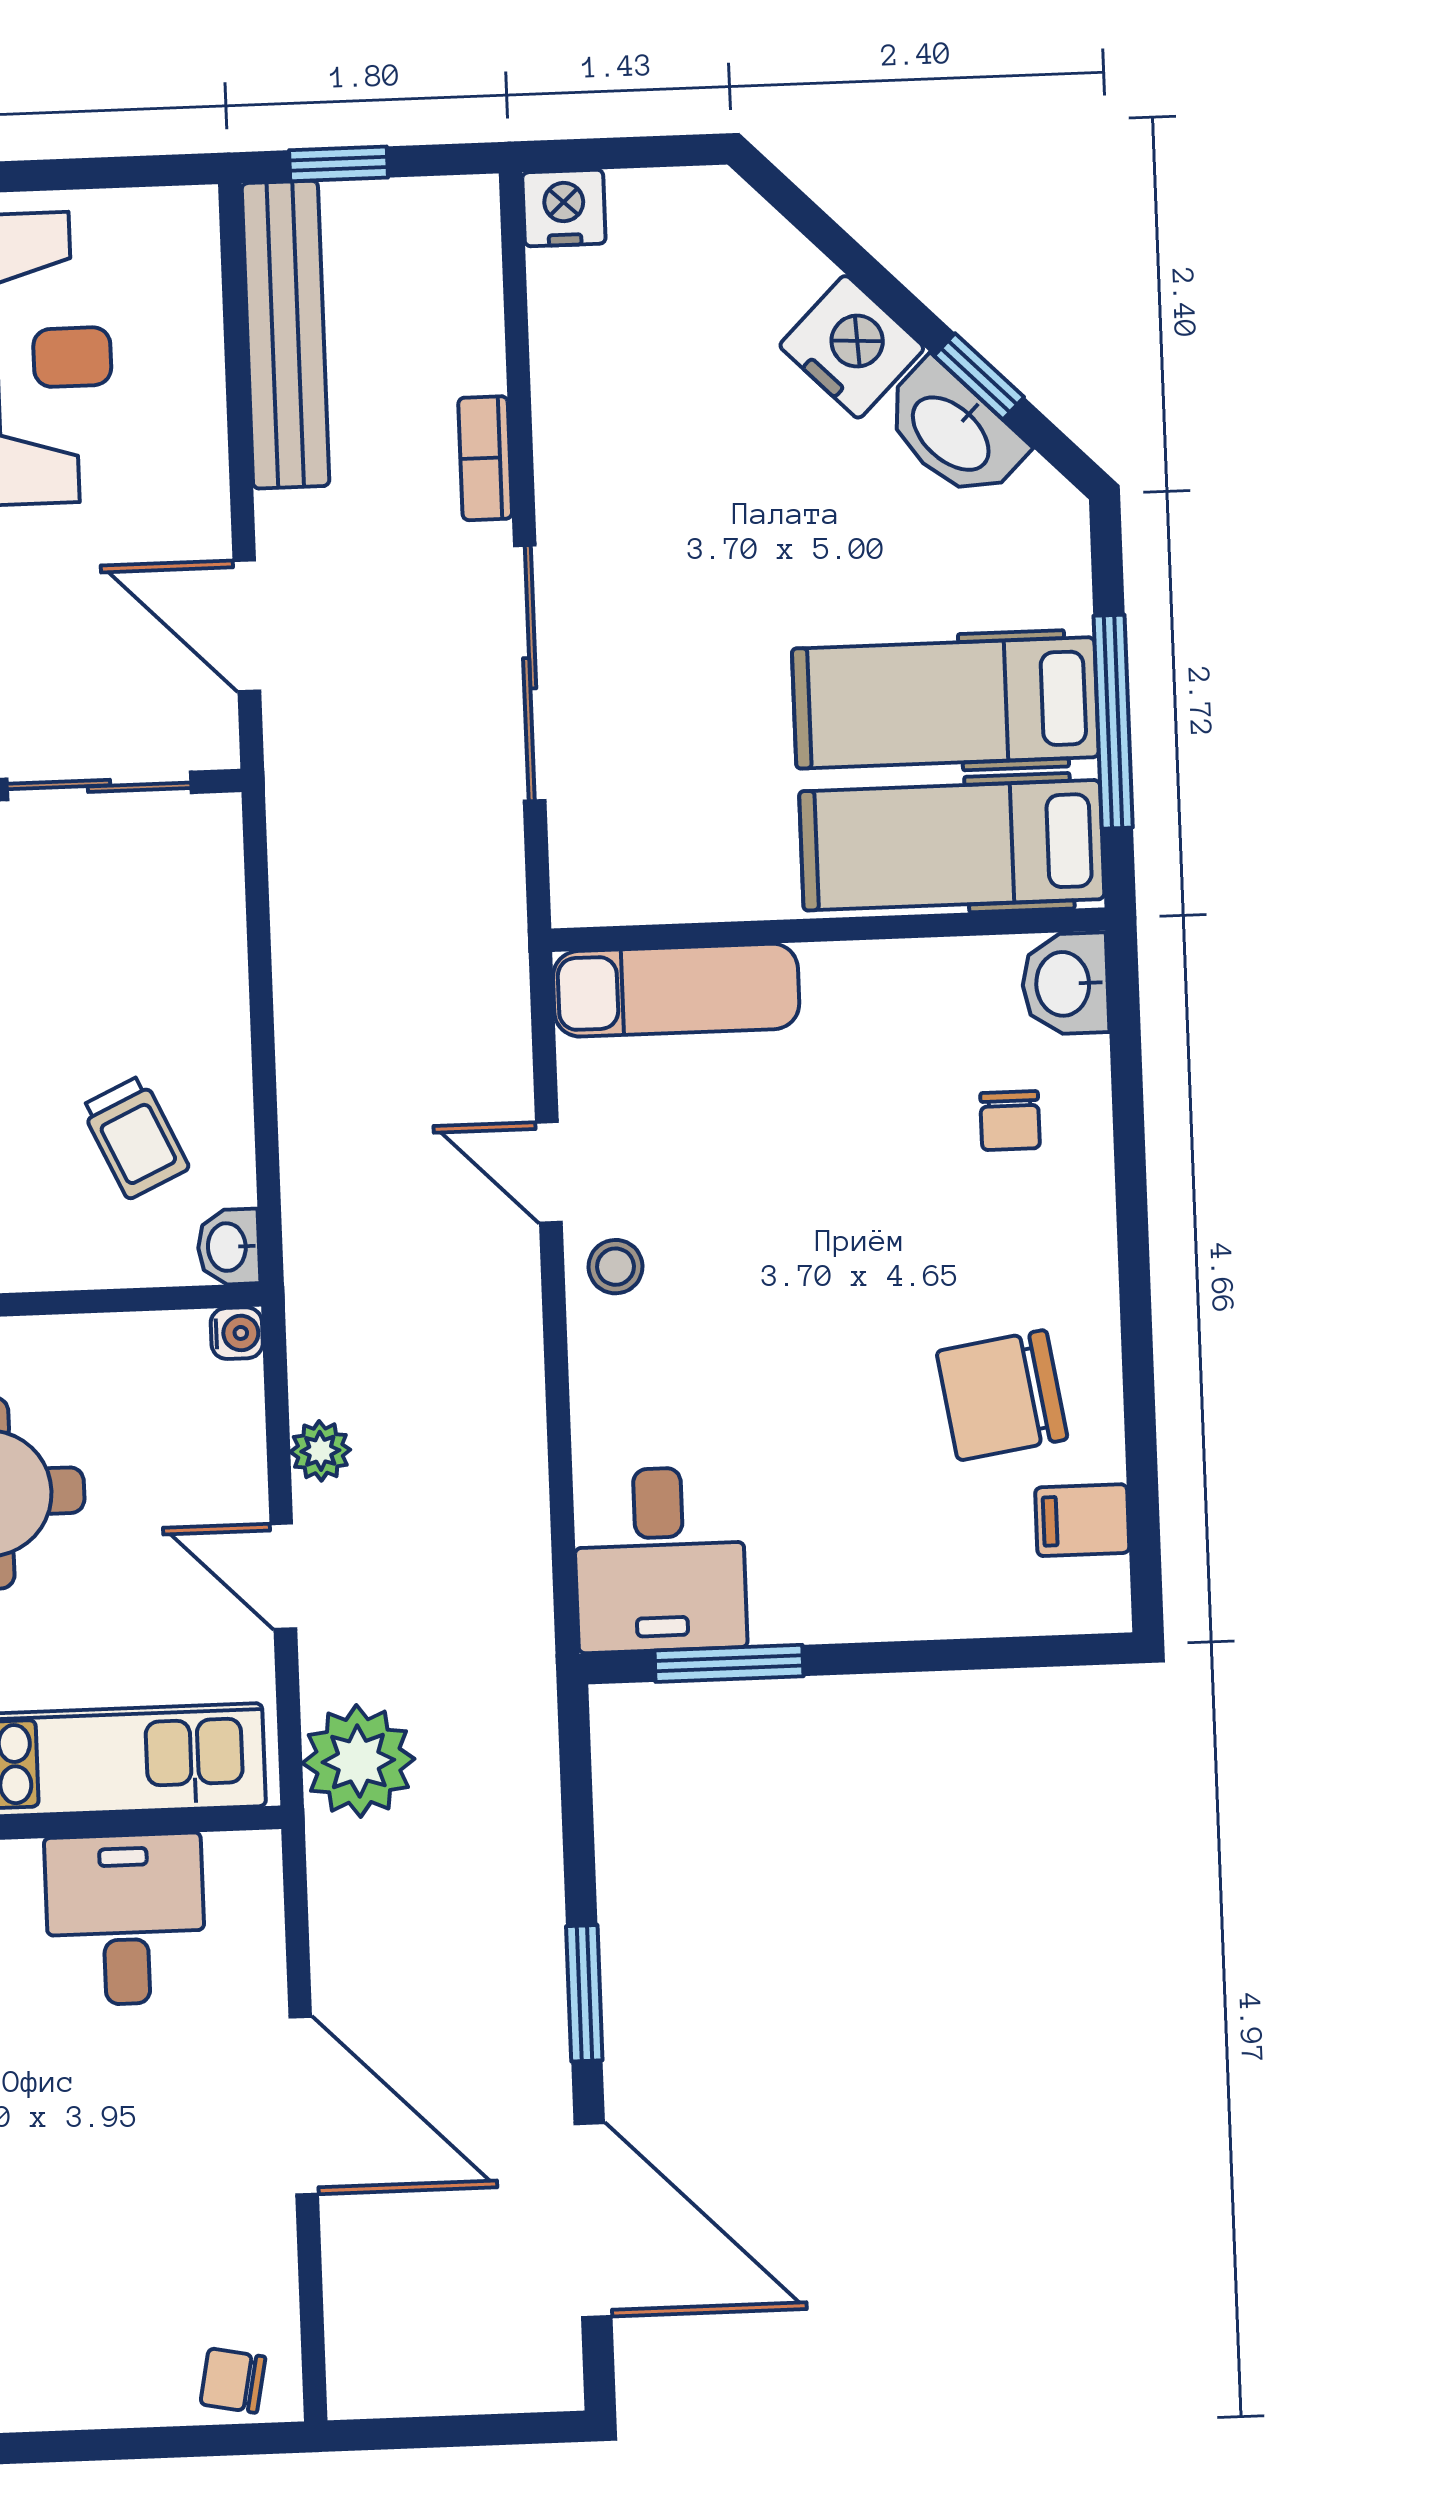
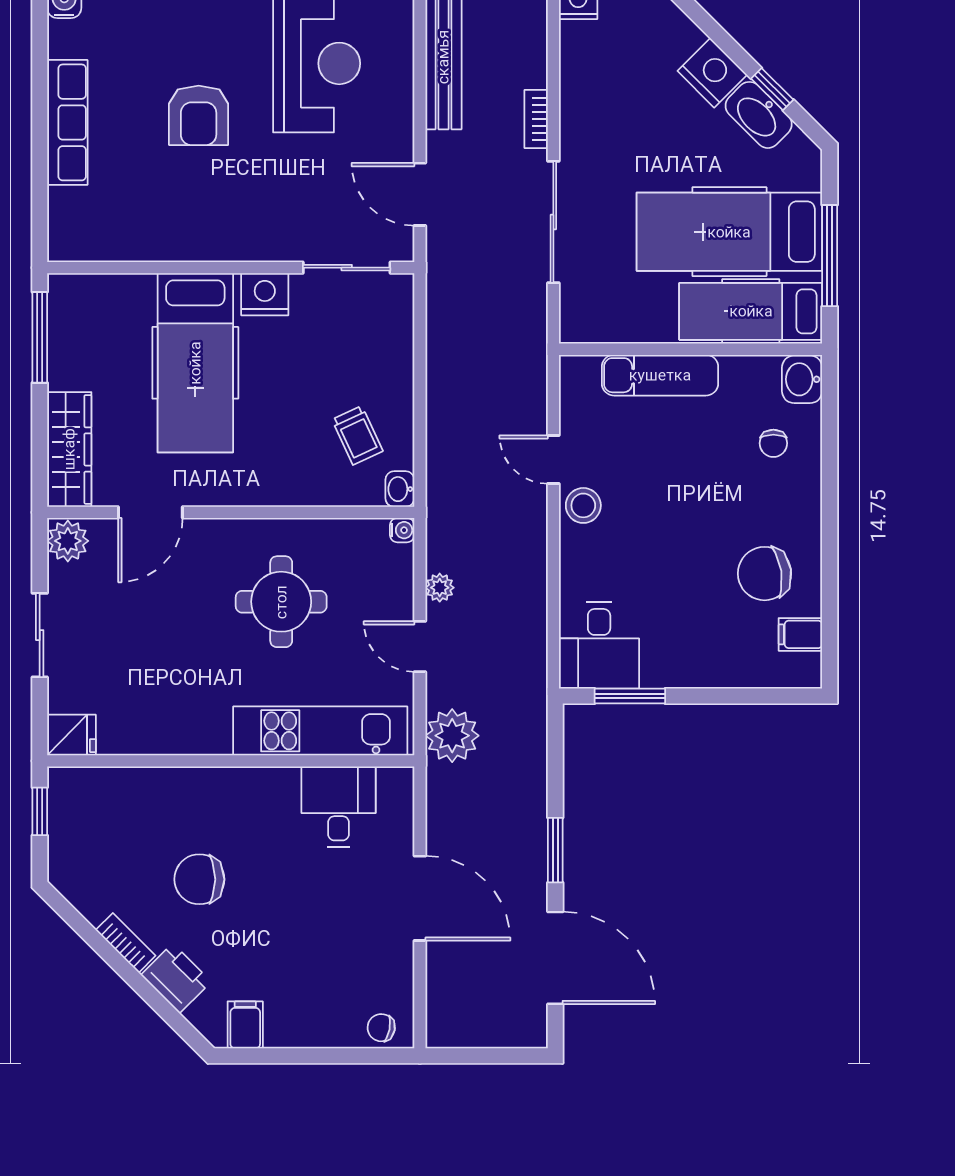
hospital bed: (945, 703) -> (729, 232), width x1.37, depth x1.29
exam couch: (676, 990) -> (660, 375), moved
stool: (616, 1267) -> (583, 505), width x1.37, depth x1.37

